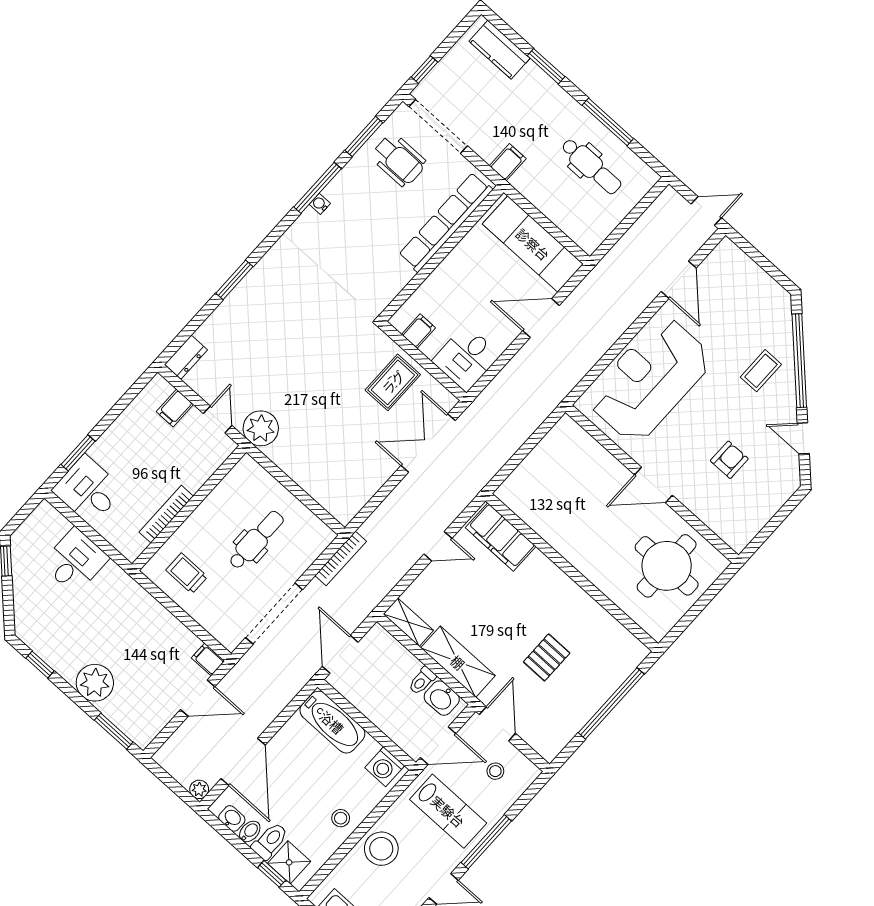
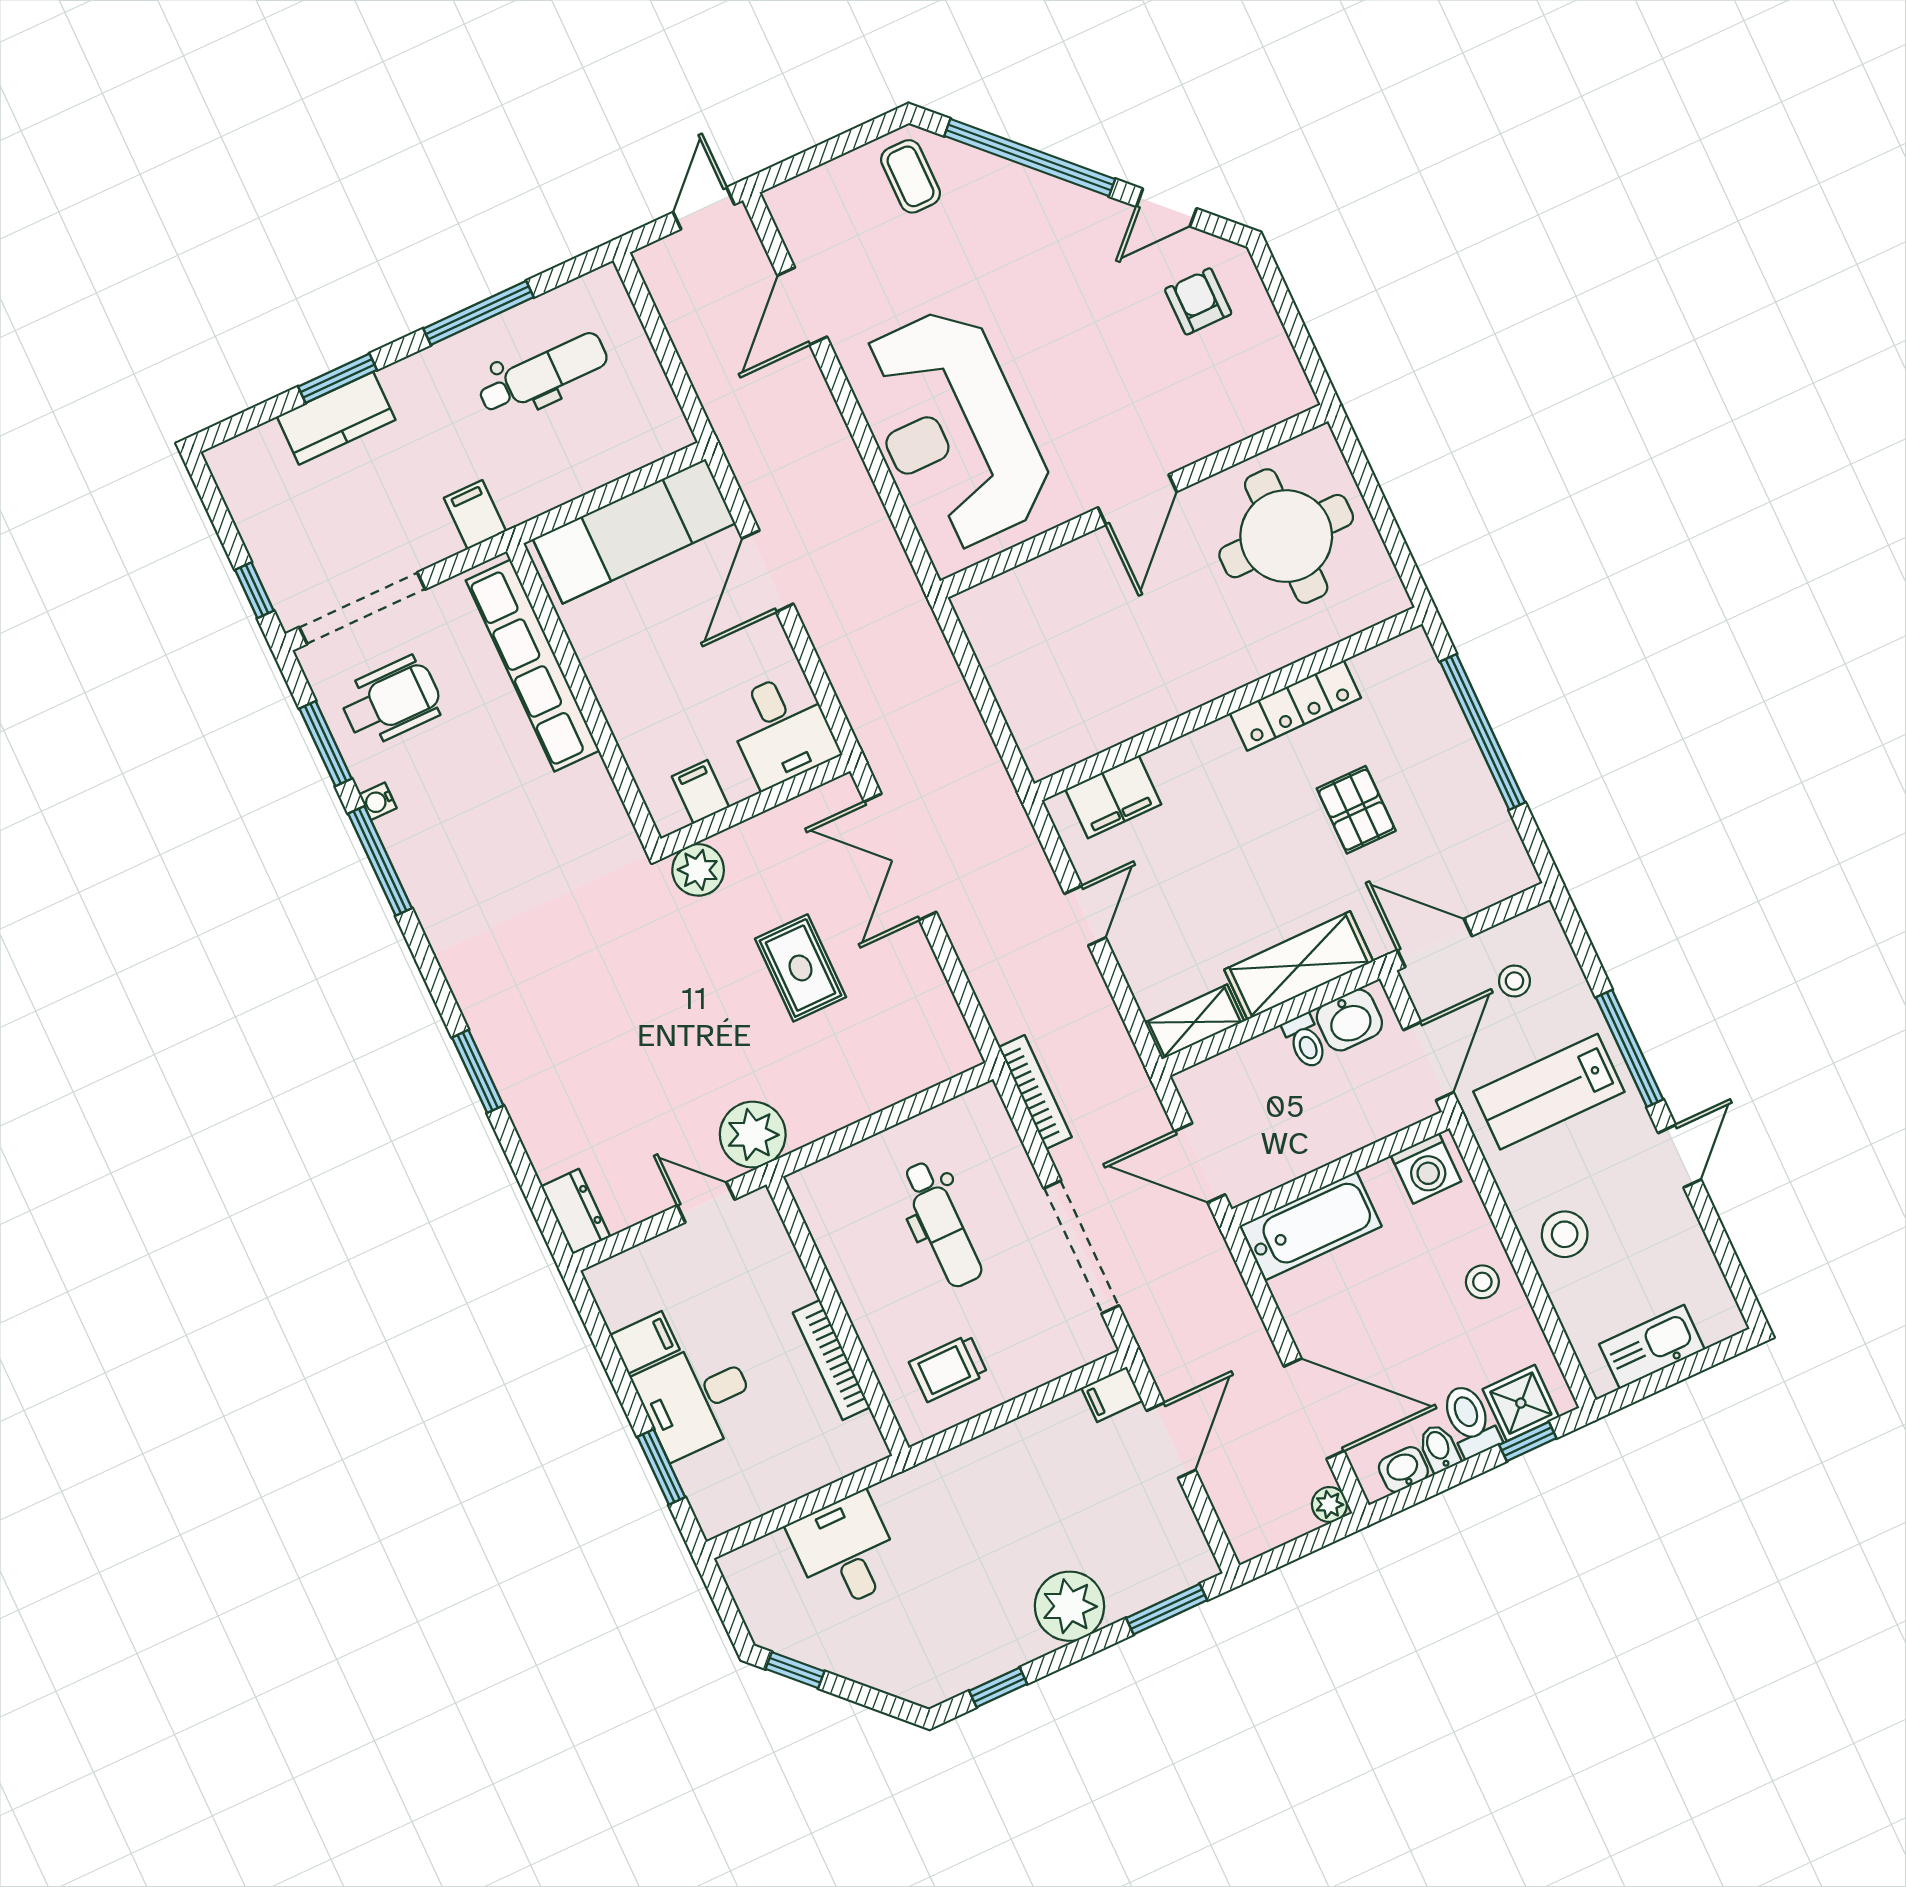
kitchen counter: (500, 50) -> (336, 418), moved
water cooler: (320, 204) -> (378, 801), moved
door: (679, 280) -> (802, 306), swing flipped
plant: (380, 346) -> (698, 870), added
coffee table: (761, 371) -> (911, 176), moved
rug: (393, 382) -> (801, 968), moved
filing cabinet: (175, 408) -> (645, 1342), moved, turned -90
armchair: (729, 460) -> (1198, 301), moved
desk: (88, 490) -> (696, 1399), moved
filing cabinet: (501, 537) -> (1113, 797), width x0.67, depth x0.86
dental chair: (256, 540) -> (942, 1224), turned 180
locker: (585, 606) -> (1295, 705), added
lab bench: (448, 811) -> (1549, 1092), turned 180
stool: (381, 849) -> (1565, 1234), width x0.73, depth x0.73

